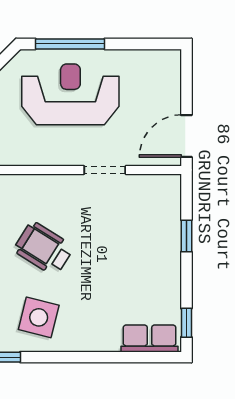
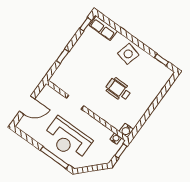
door: (186, 136) -> (27, 105), moved
wheelchair: (44, 248) -> (118, 89), turned 148
side table: (39, 317) -> (128, 54), moved

